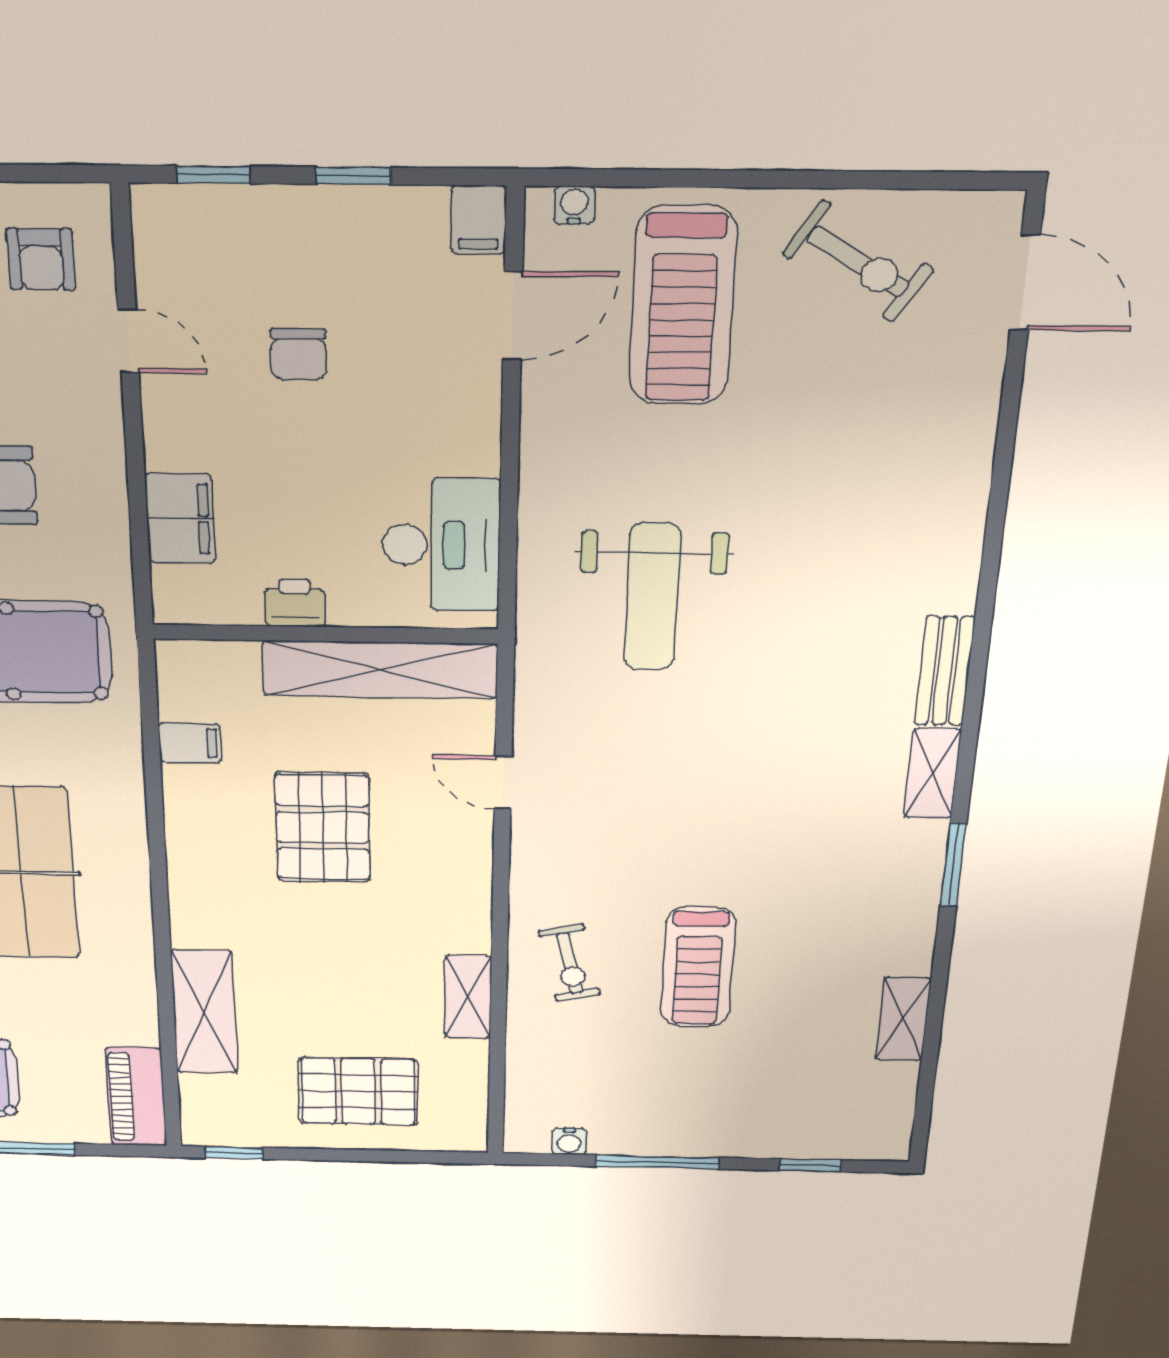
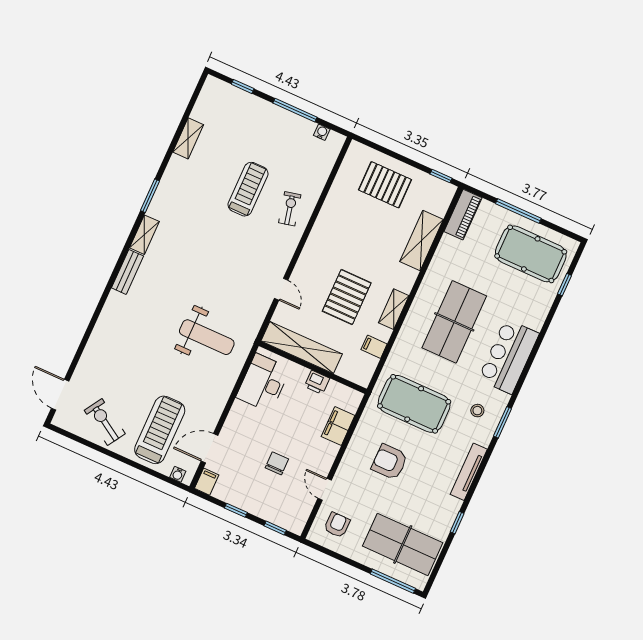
weight bench: (652, 597) -> (207, 337), turned 90
shelving: (468, 997) -> (394, 309), moved

